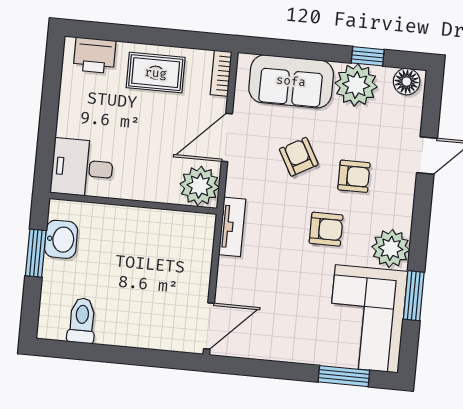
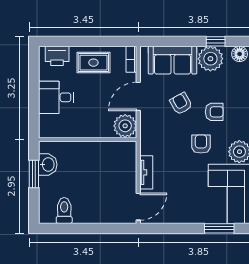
desk: (82, 168) -> (56, 97), moved
tv unit: (232, 227) -> (146, 172), moved
armchair: (326, 229) -> (201, 144), turned -90

